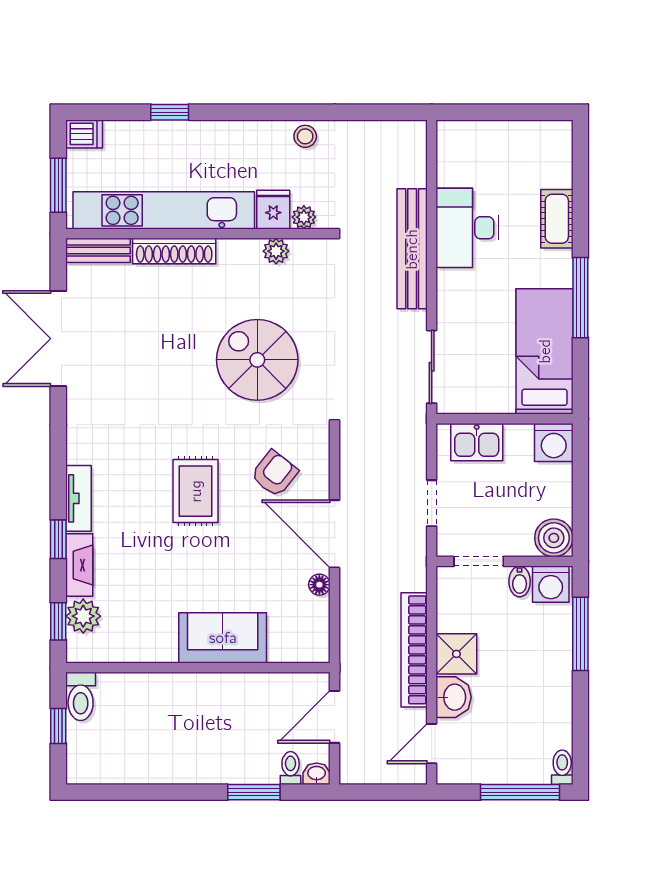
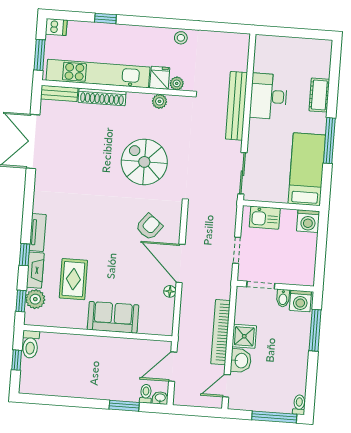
rug: (196, 491) -> (73, 279), moved
boiler: (554, 538) -> (304, 275), removed

